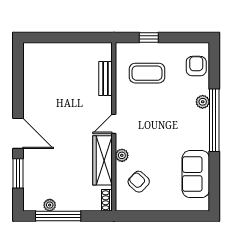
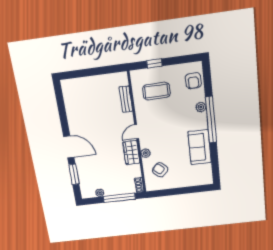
armchair: (196, 66) -> (193, 81), turned 180
wardrobe: (103, 160) -> (131, 153), width x0.67
sofa: (196, 174) -> (200, 147), moved
window: (58, 216) -> (119, 198), moved

